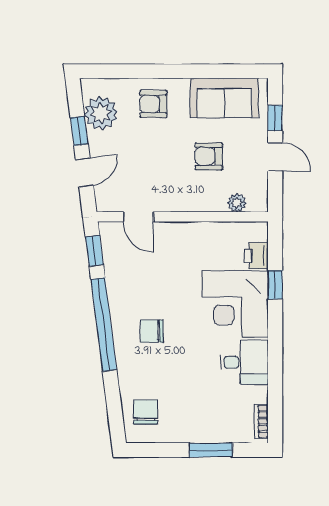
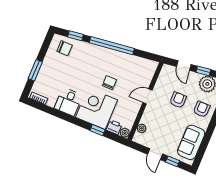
armchair: (209, 156) -> (178, 100), moved
door: (275, 157) -> (155, 154), hinge flipped
door: (138, 217) -> (147, 96), moved
plant: (258, 231) -> (125, 133), added
window: (94, 251) -> (75, 36), moved
chair: (152, 331) -> (109, 83), moved

